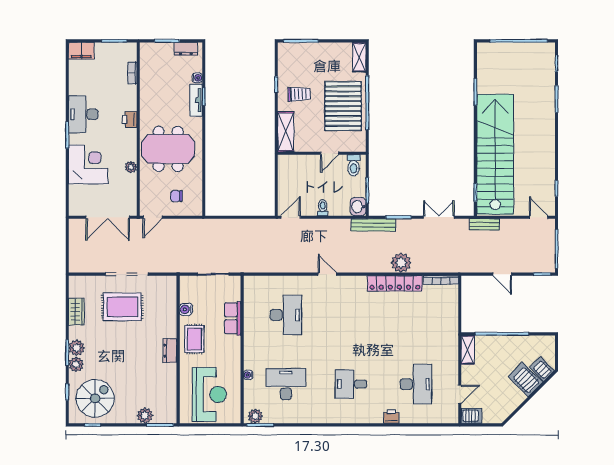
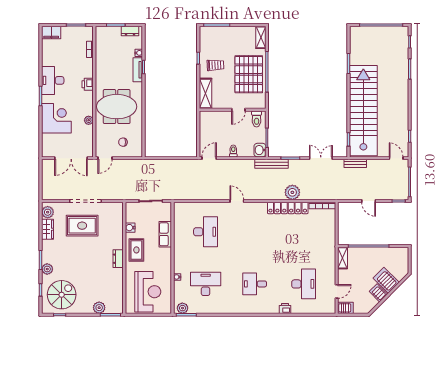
plant: (77, 348) -> (48, 212), moved
server rack: (542, 369) -> (378, 293), moved

